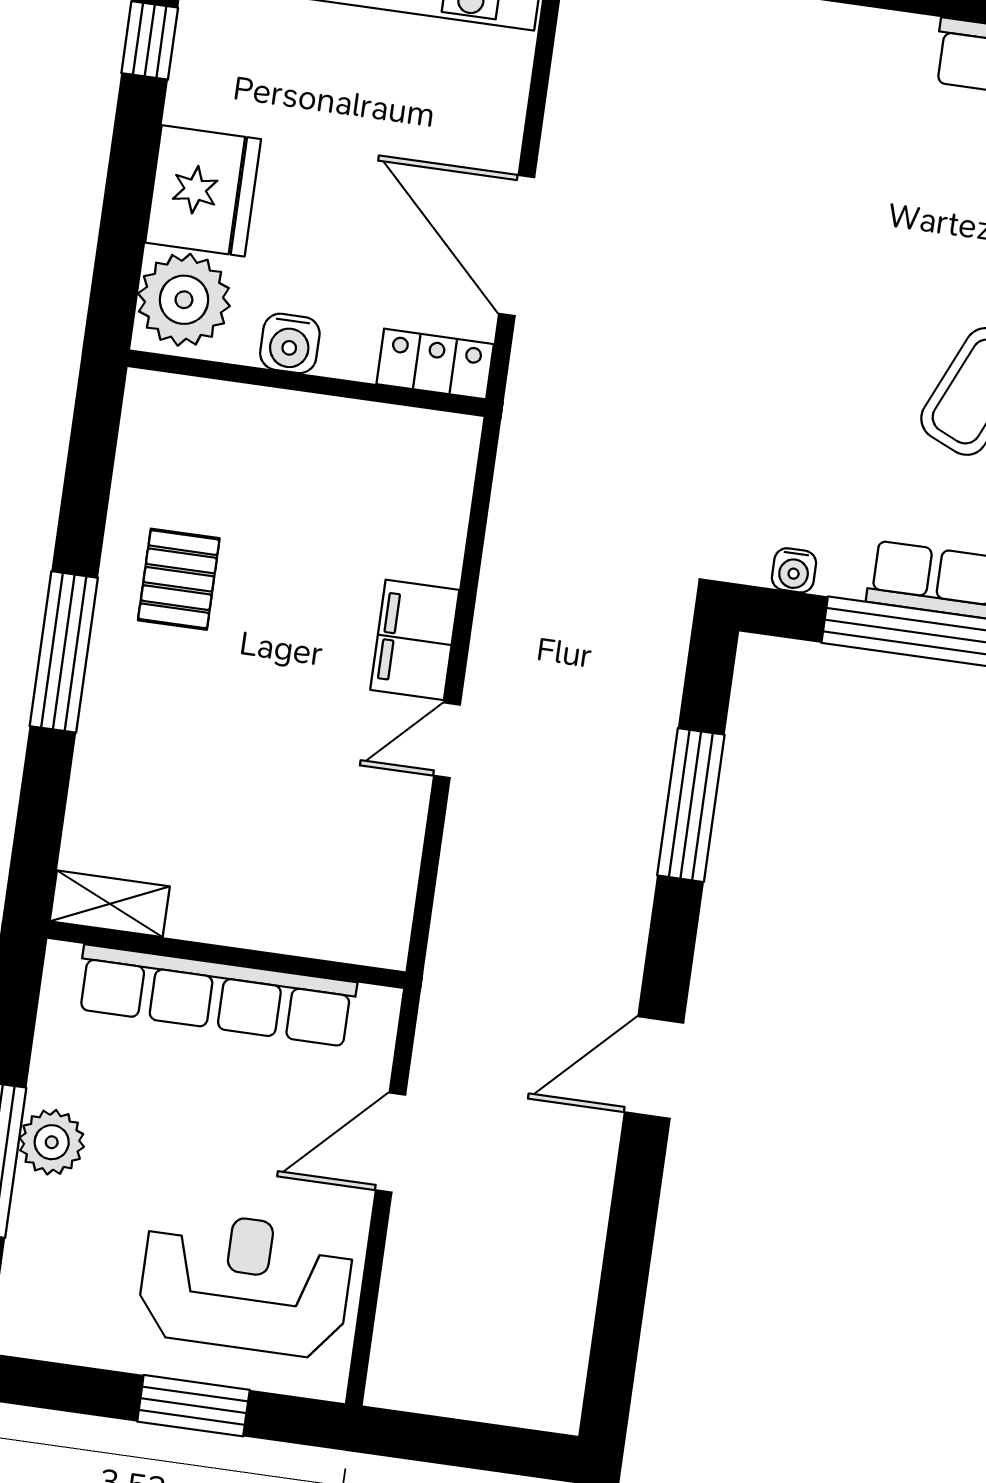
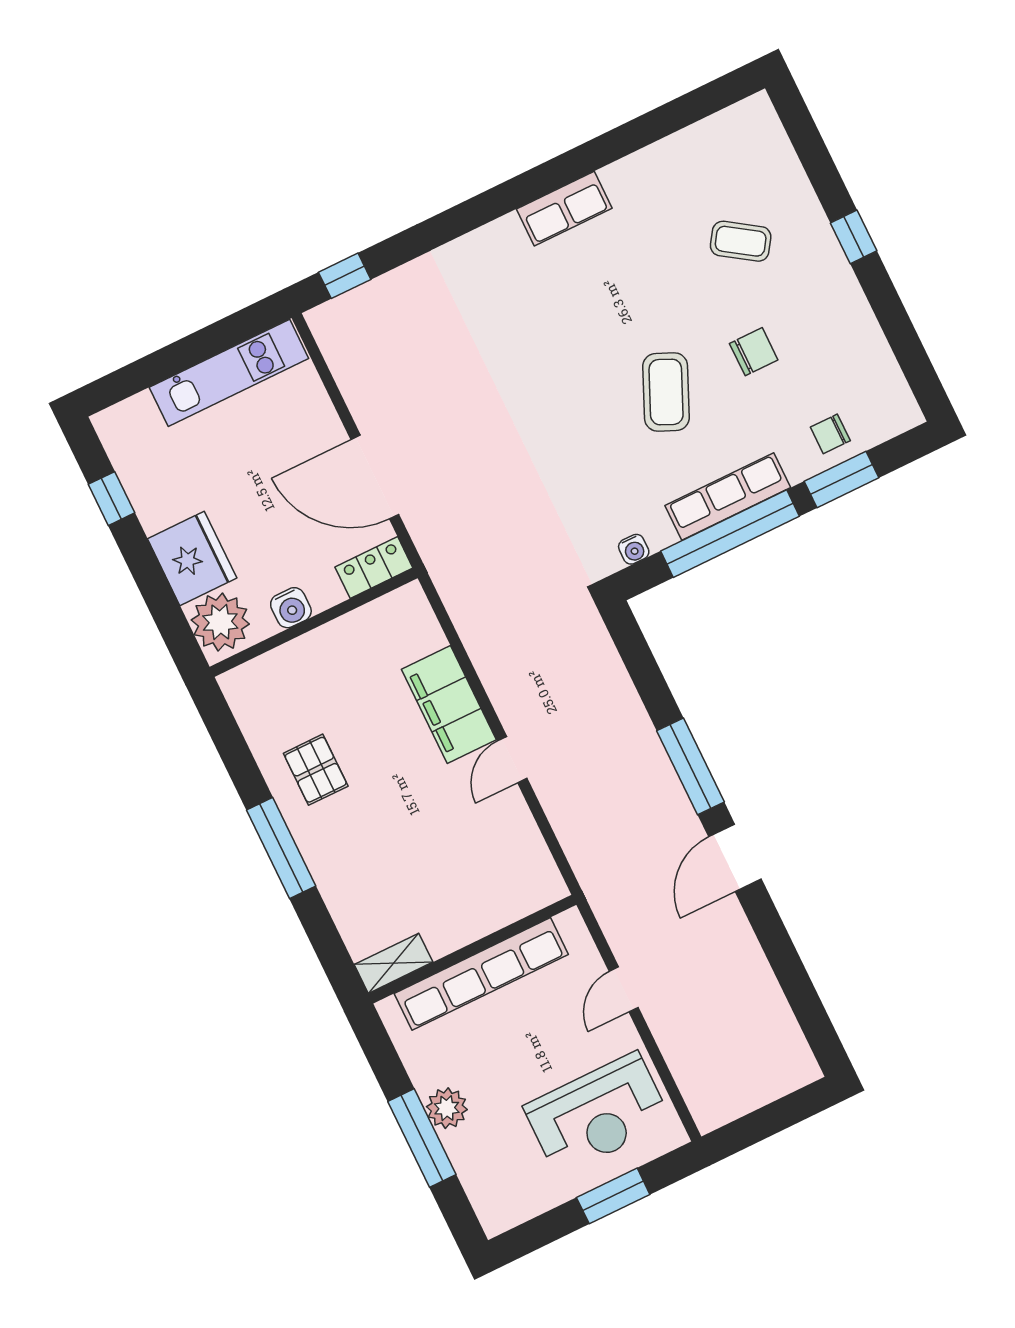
filing cabinet: (415, 640) -> (449, 705), width x1.50, depth x1.17
window: (691, 805) -> (691, 766), moved
door: (391, 1142) -> (624, 989), width x0.73
reception desk: (245, 1284) -> (597, 1114), turned 180

